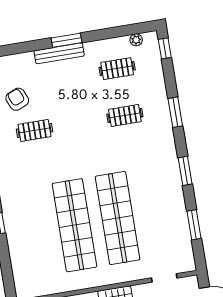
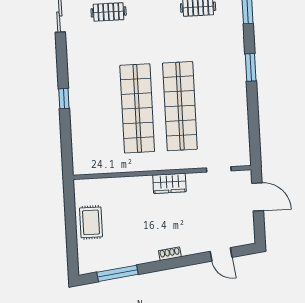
window: (194, 225) -> (254, 121), removed

